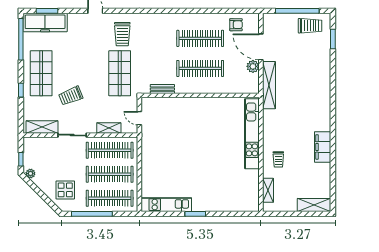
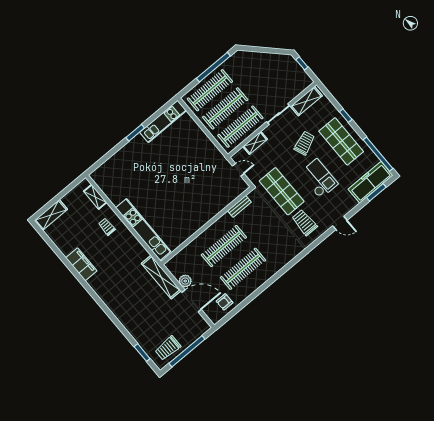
checkout: (83, 59) -> (319, 179), added
plant: (30, 174) -> (286, 59), removed
display table: (65, 190) -> (249, 68), removed

